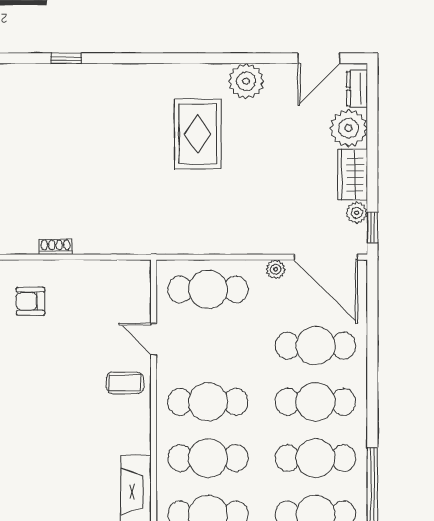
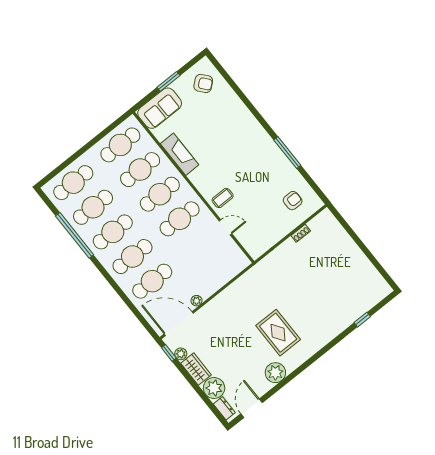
cafe table: (208, 289) -> (219, 268), removed

